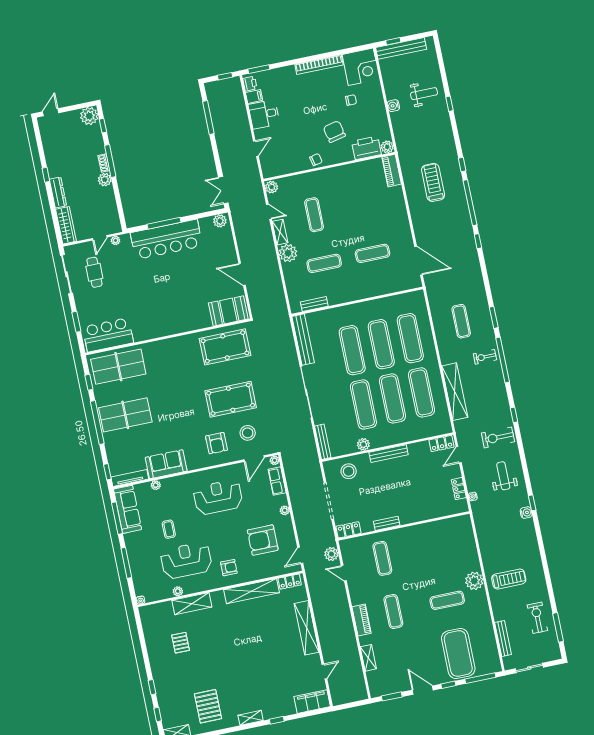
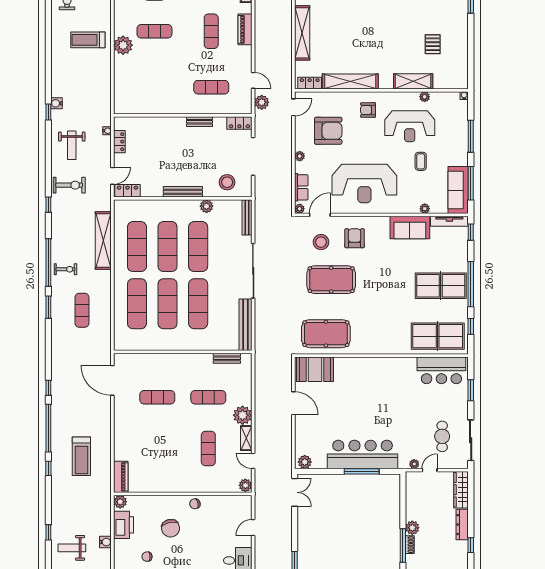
printer: (366, 148) -> (124, 525), moved, turned -90
reception desk: (218, 497) -> (364, 183), width x1.36, depth x1.30
exercise mat: (382, 558) -> (211, 87), turned 90

